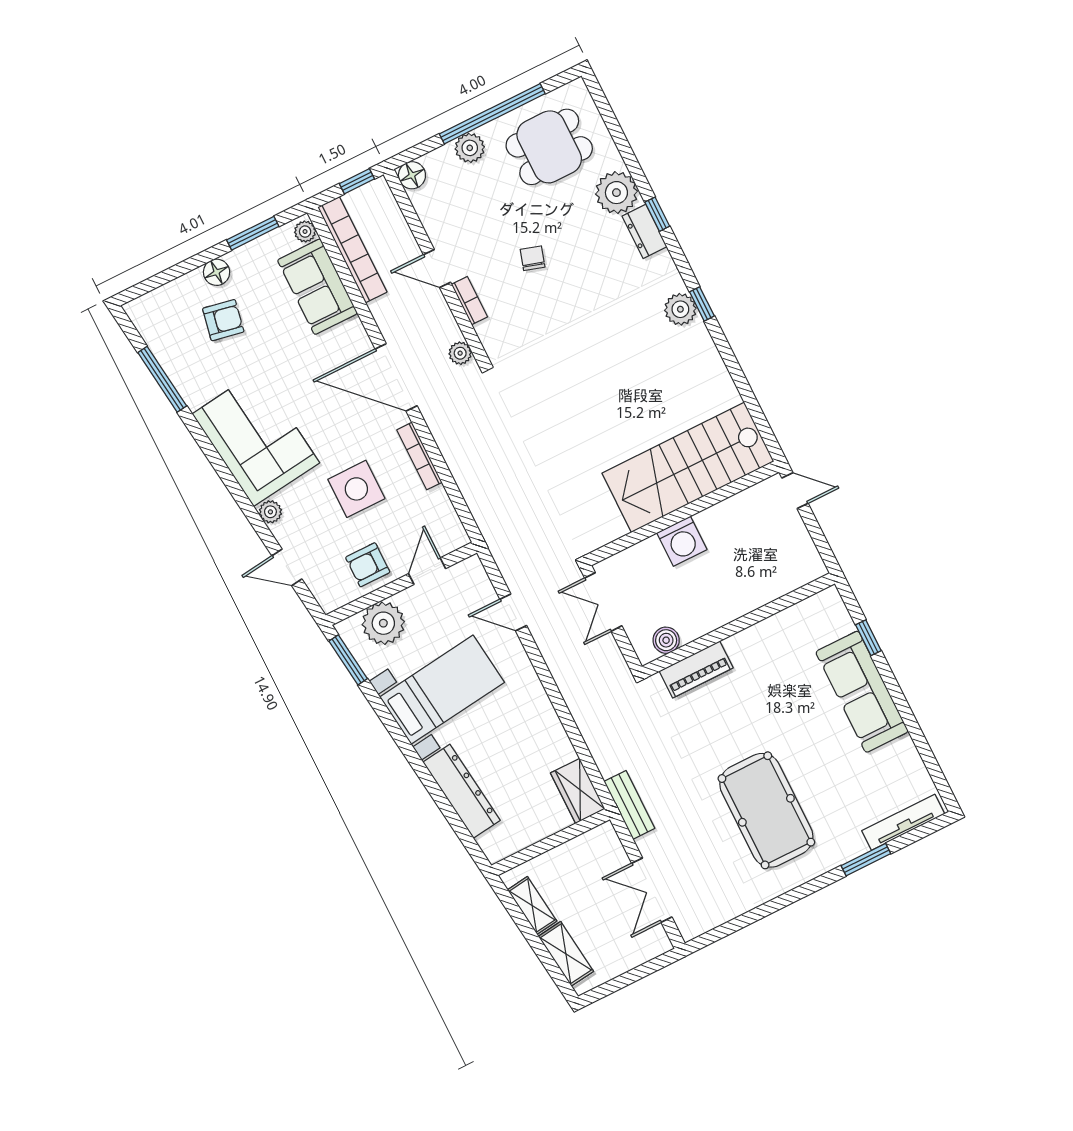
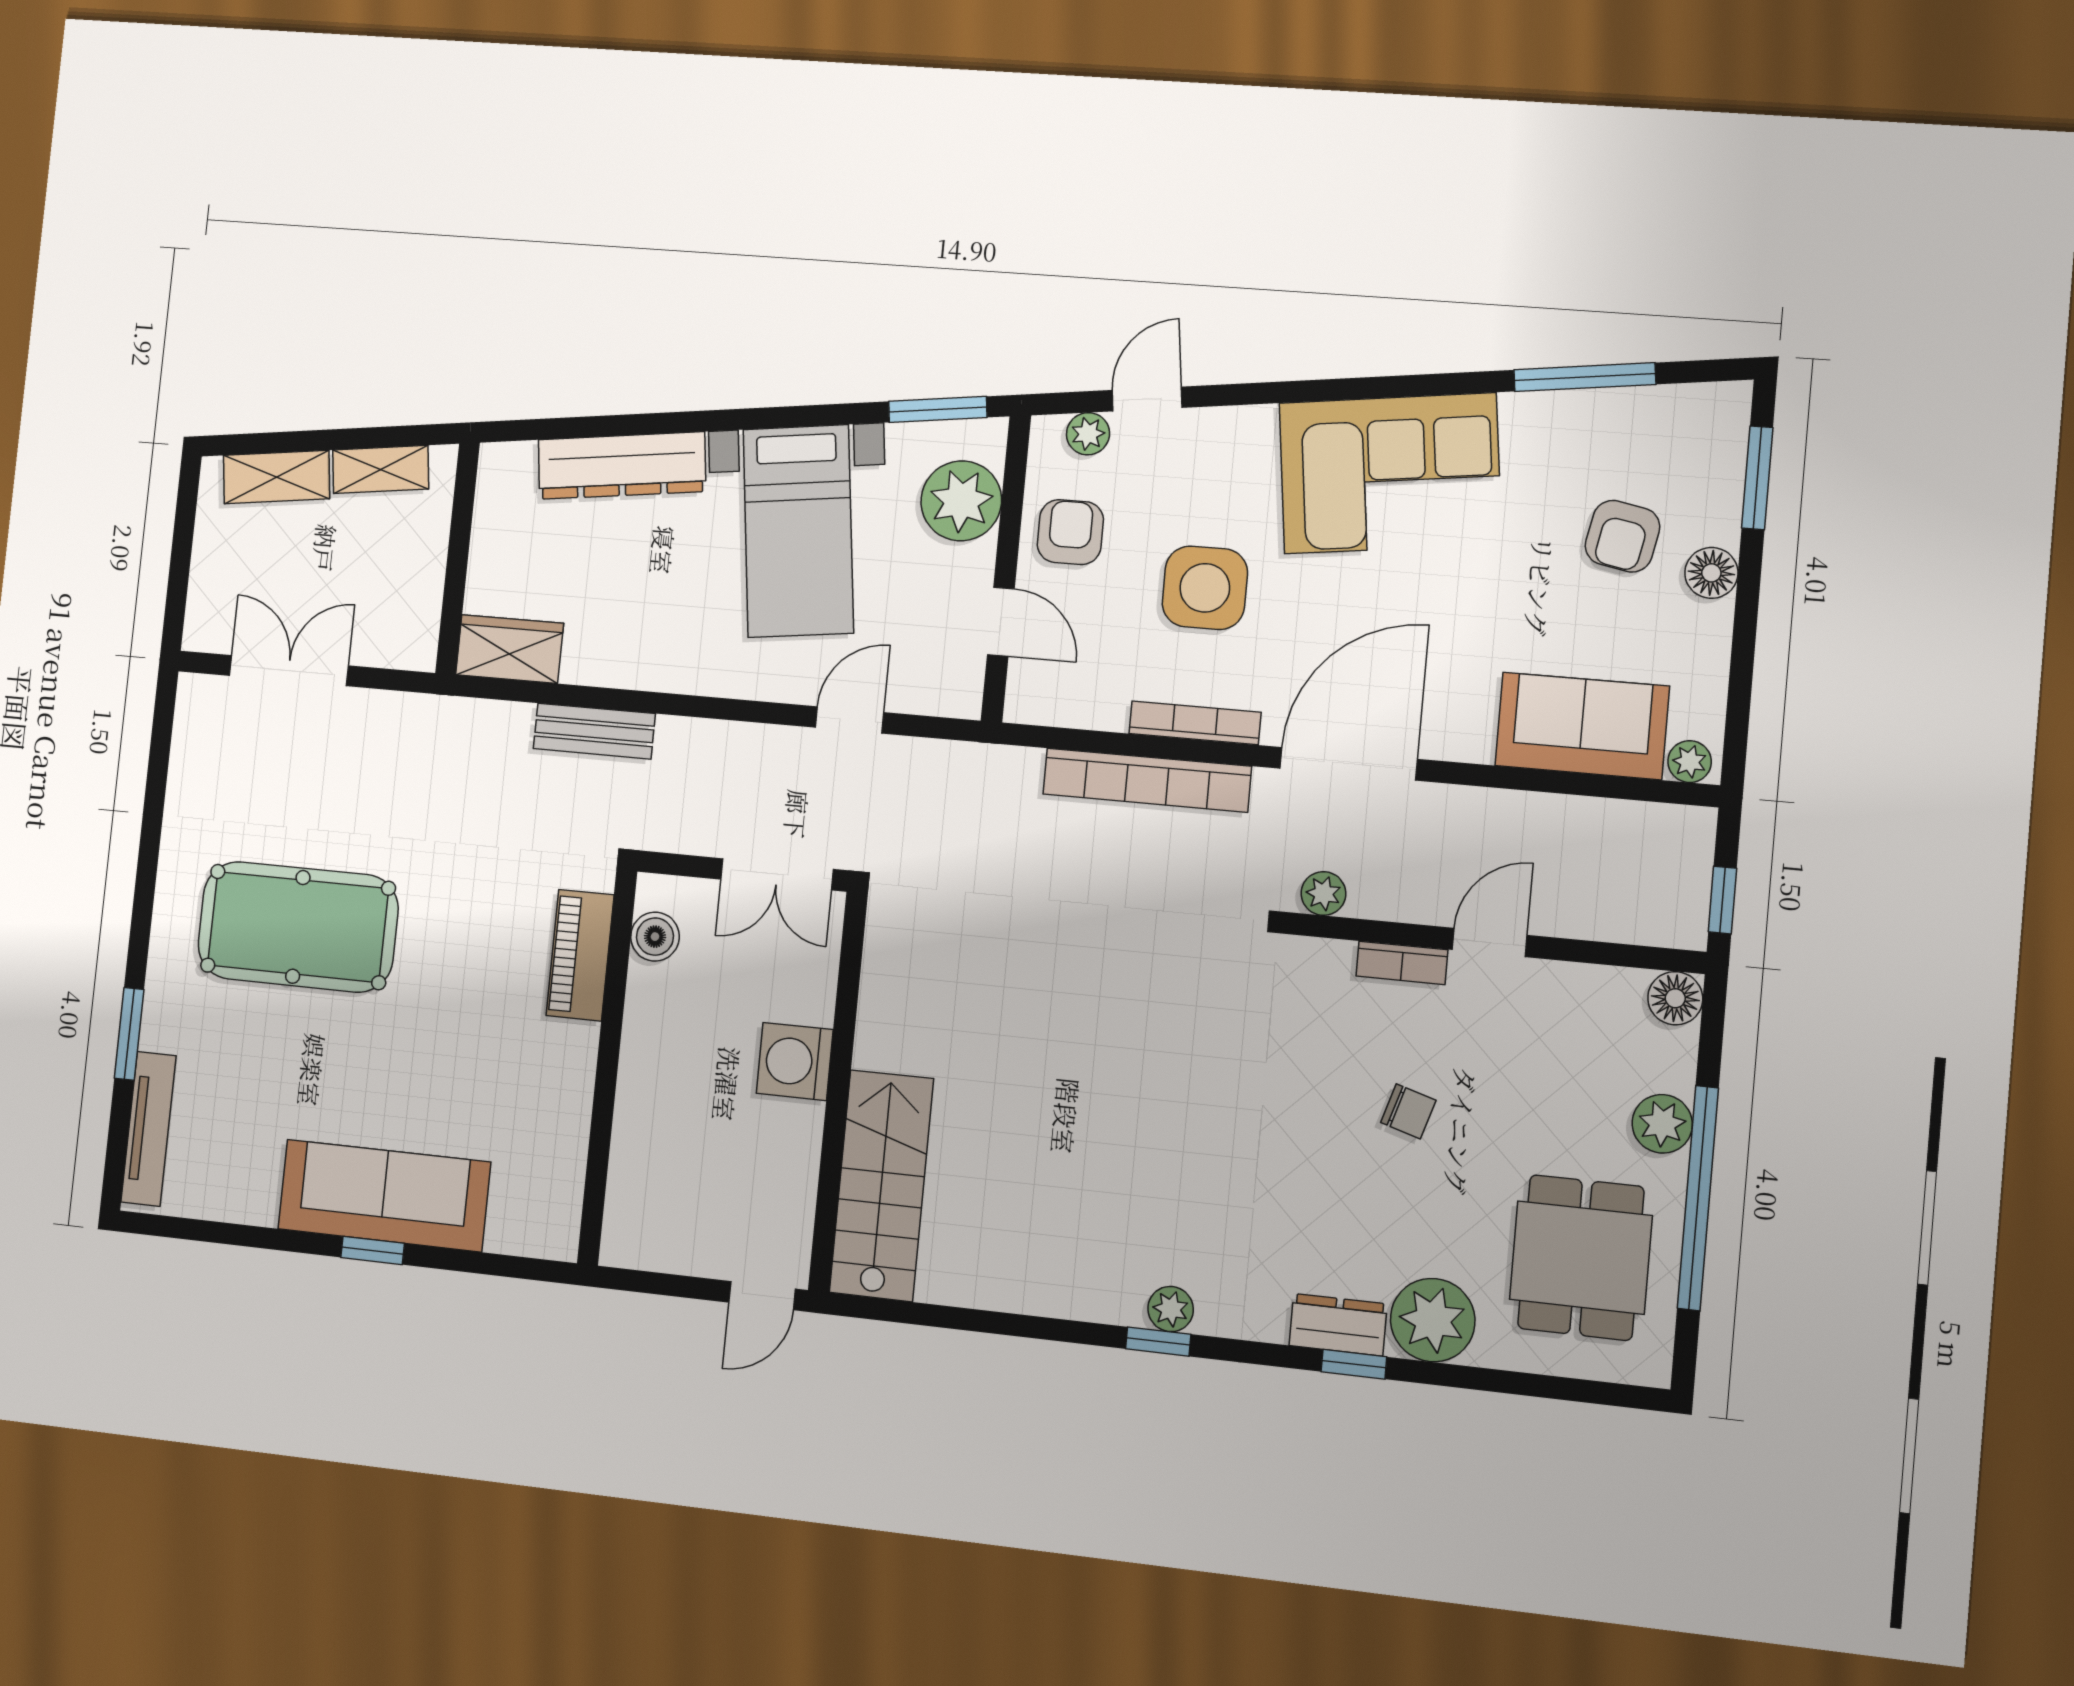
window: (253, 233) -> (1757, 478), moved
bookcase: (352, 250) -> (1147, 780), moved
plant: (680, 309) -> (1171, 1309), width x0.73, depth x0.73
stairs: (688, 467) -> (881, 1185), width x0.73, depth x0.66
plant: (270, 512) -> (1088, 434), moved
double door: (603, 602) -> (777, 874), swing flipped
window: (868, 638) -> (373, 1250), moved
bench: (629, 805) -> (594, 731), moved

